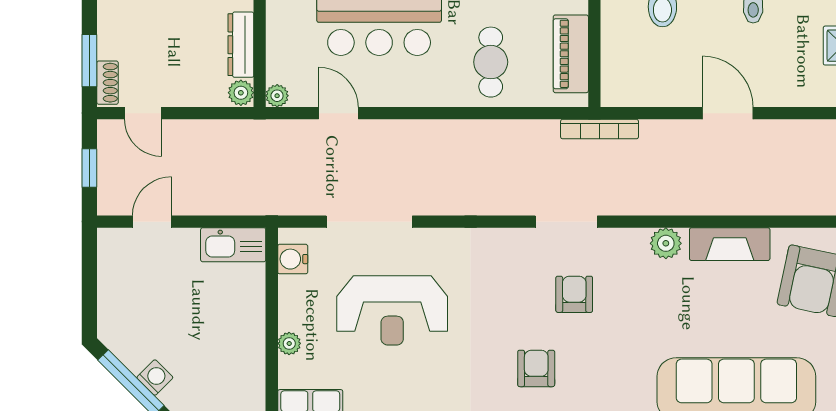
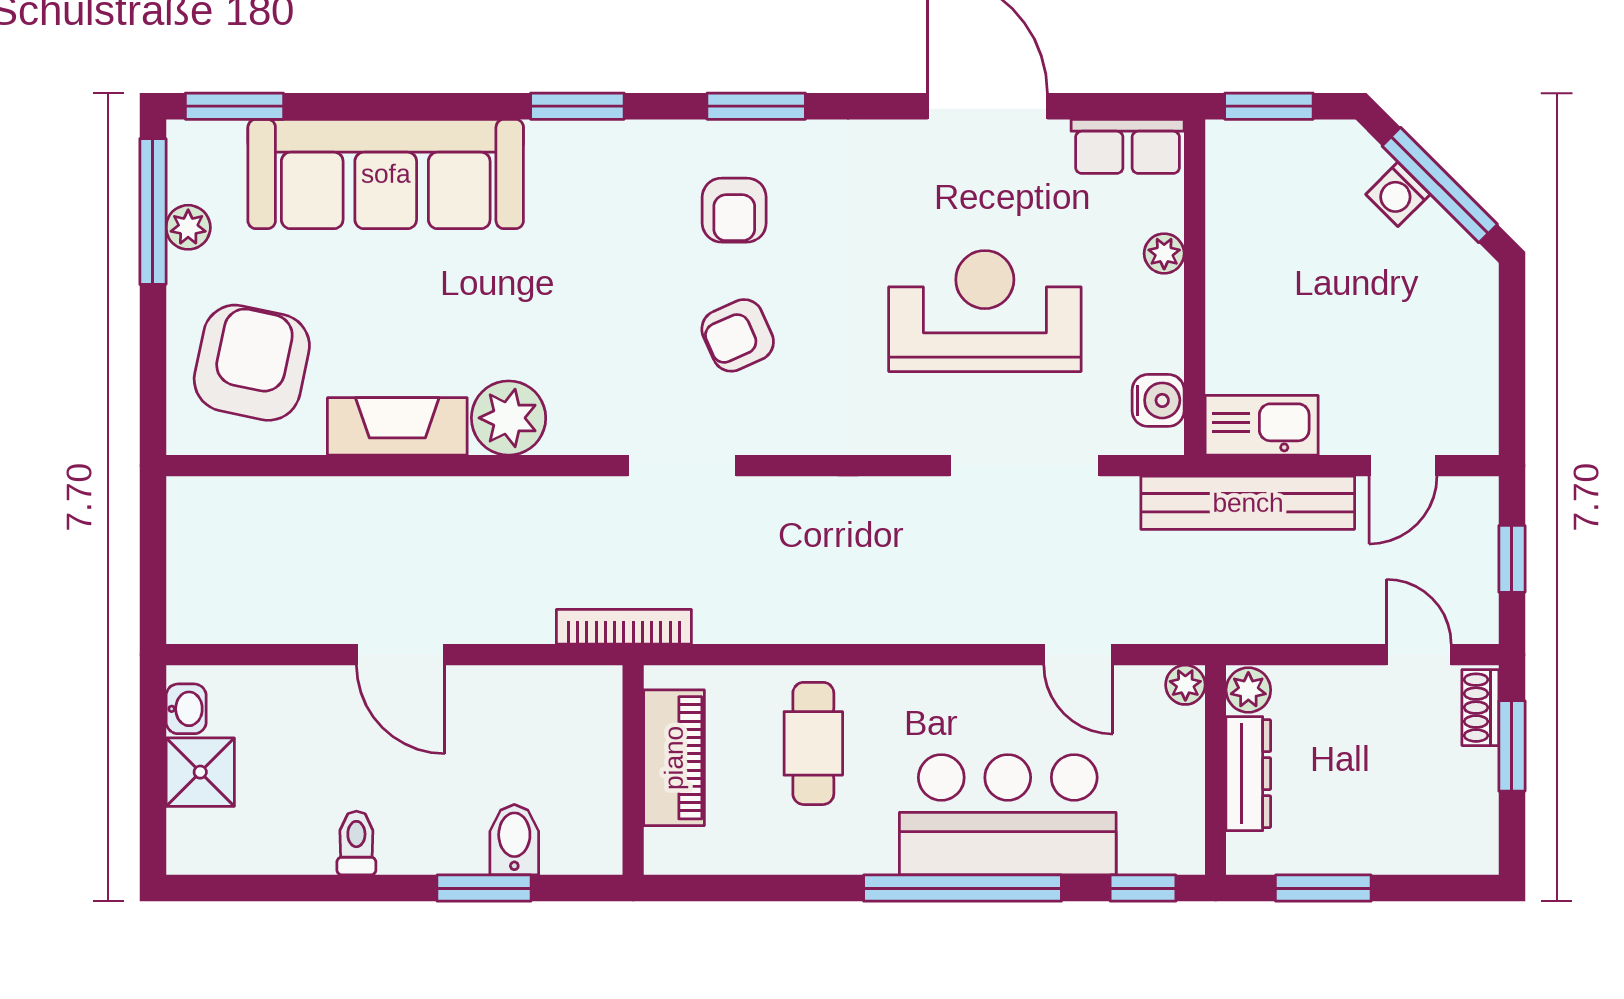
bench: (241, 200) -> (1248, 503), added
plant: (666, 243) -> (509, 418), width x1.36, depth x1.36
armchair: (574, 294) -> (738, 335), moved, turned 66

